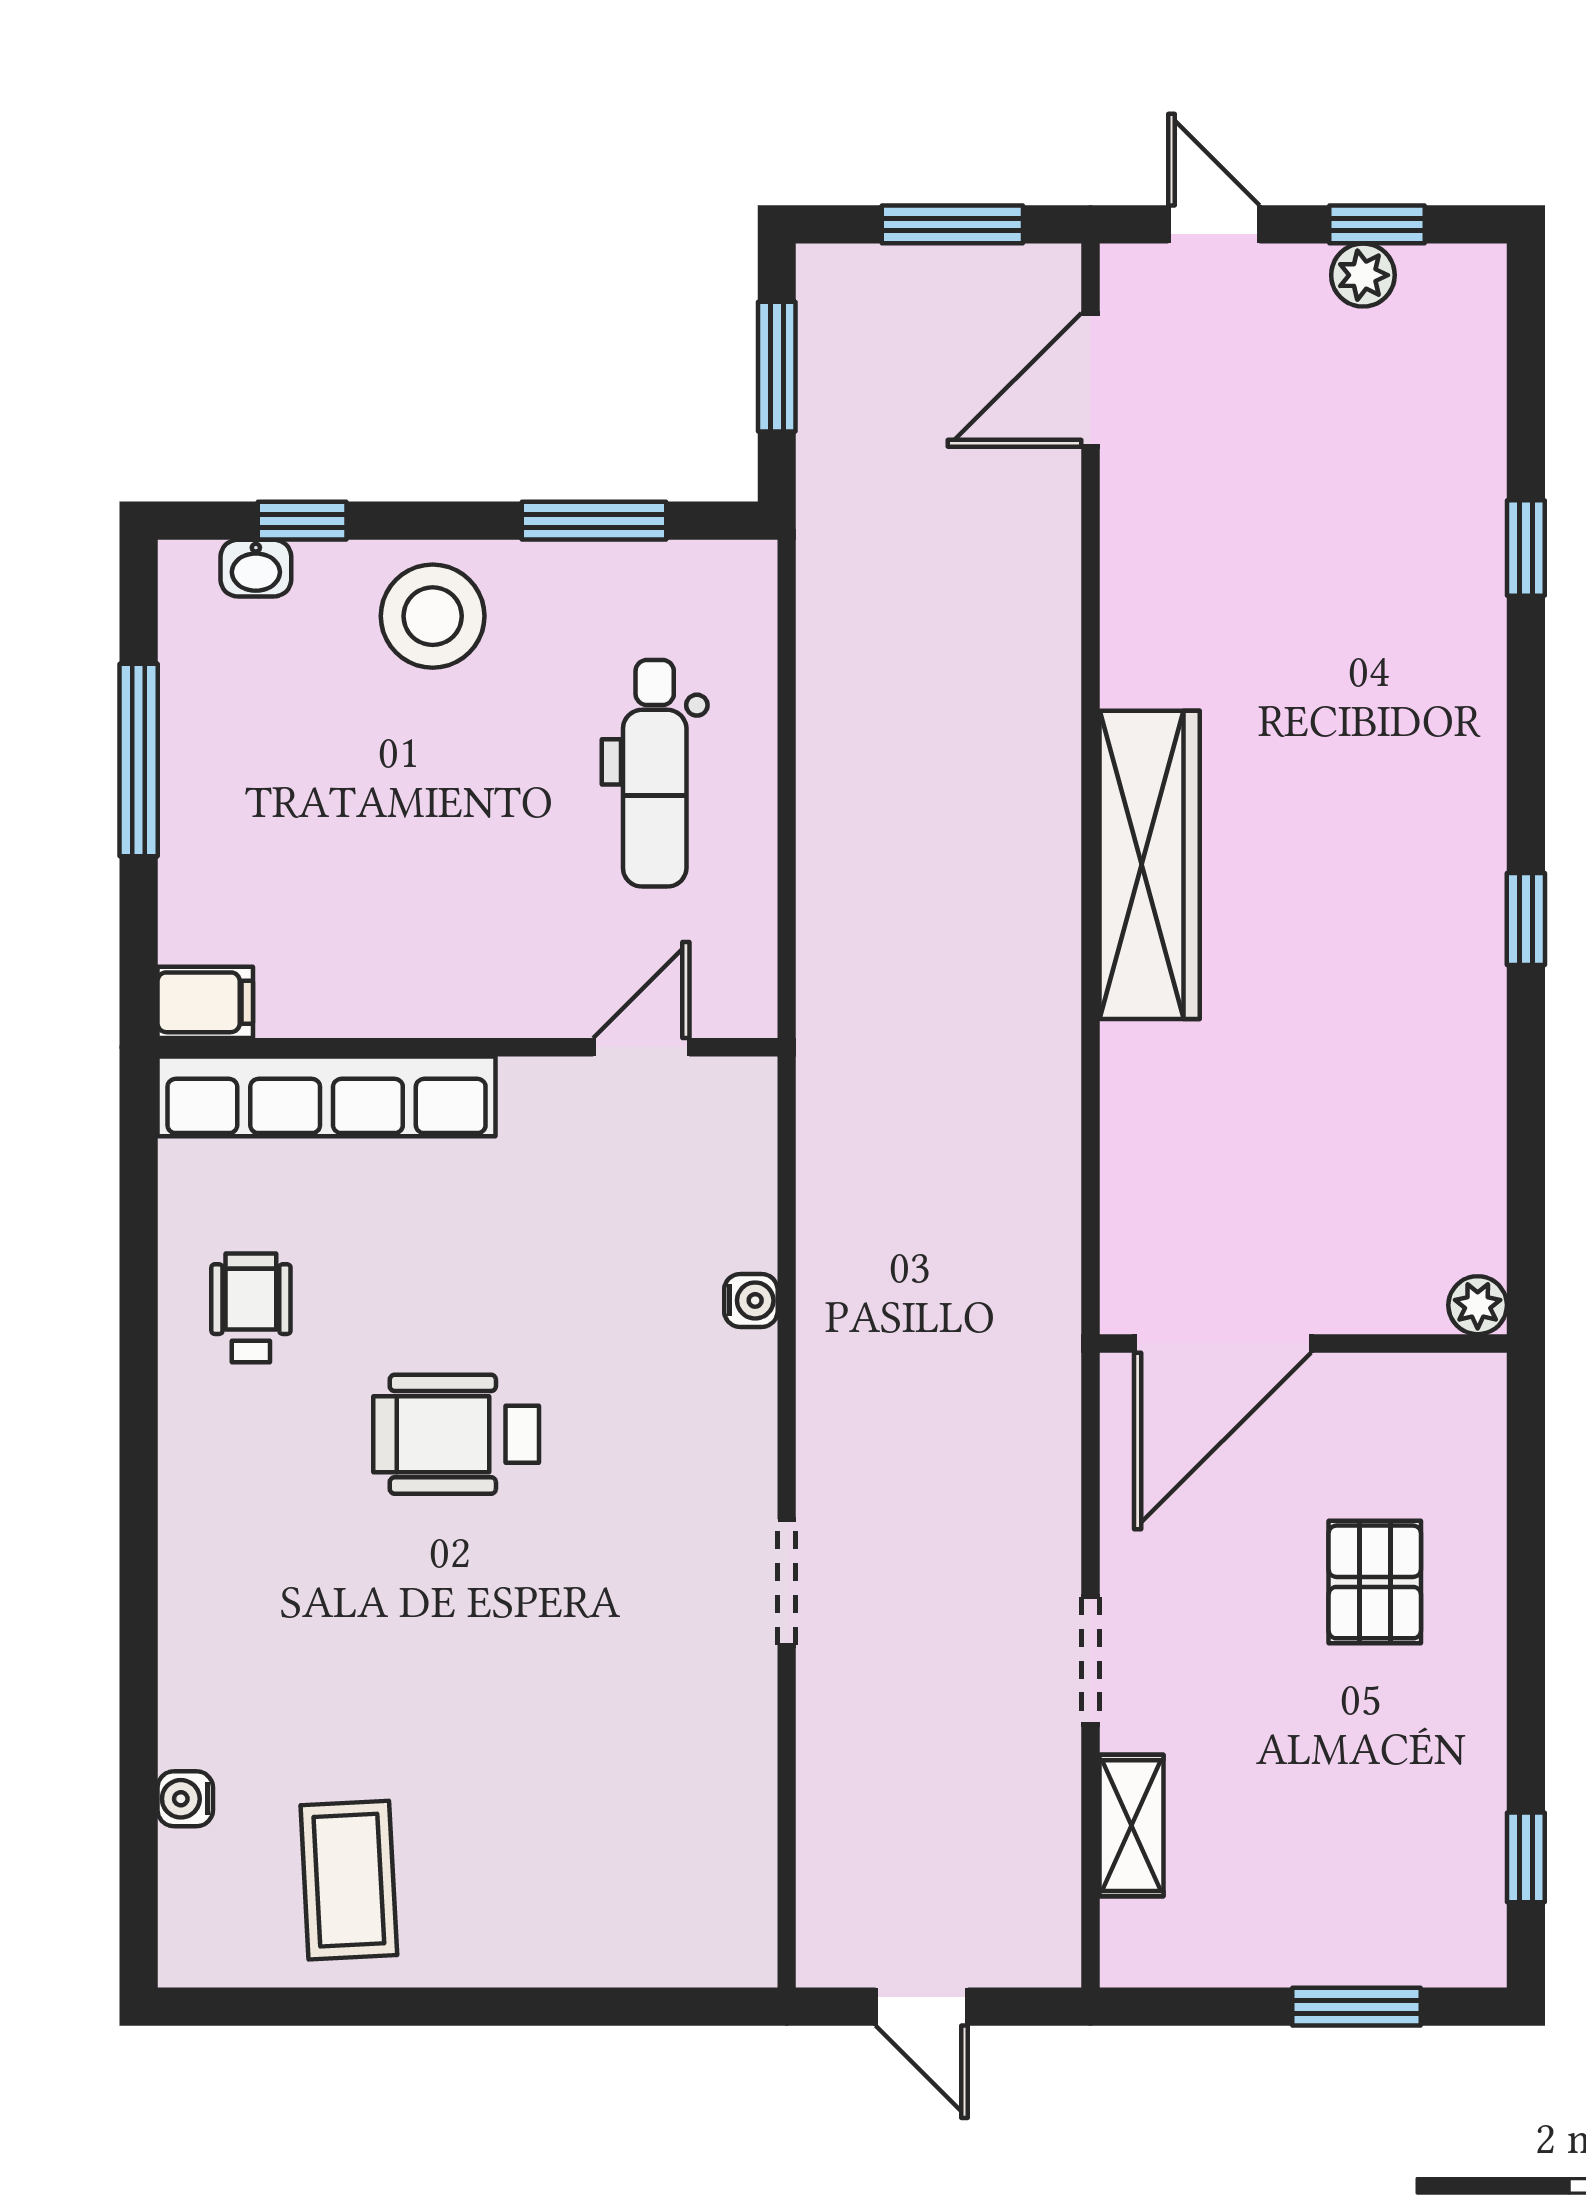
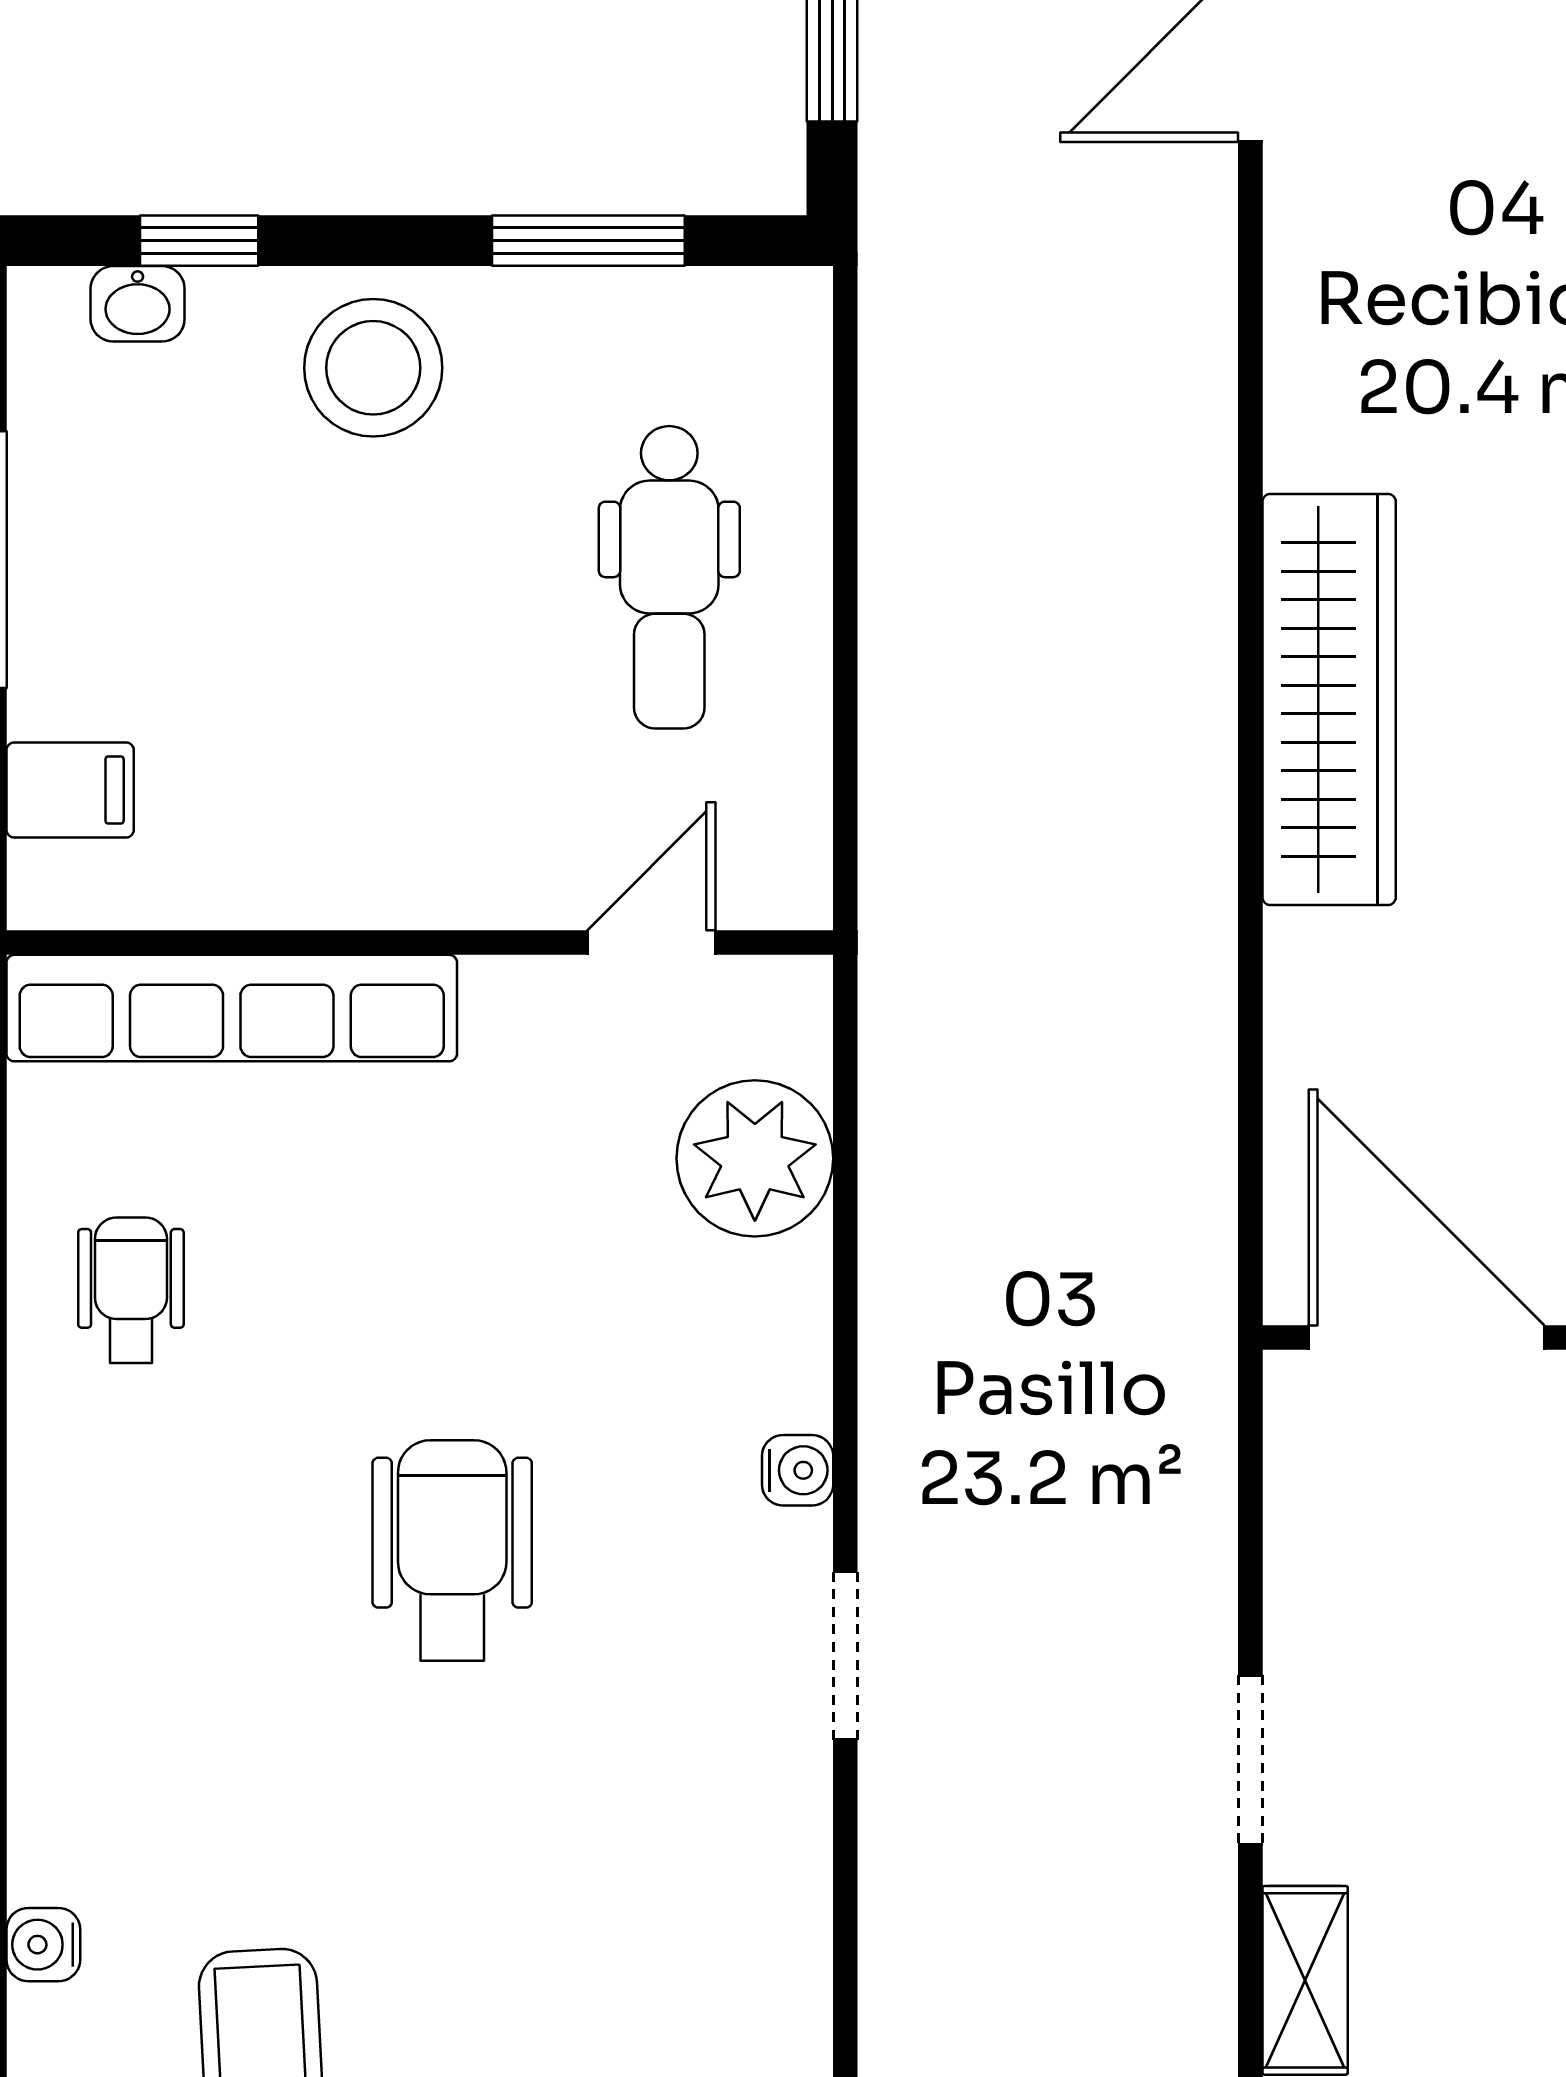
filing cabinet: (205, 1002) -> (70, 790), moved
plant: (719, 1209) -> (755, 1158), added
water cooler: (751, 1300) -> (798, 1470), moved
door: (1223, 1343) -> (1426, 1338), swing flipped
wheelchair: (456, 1434) -> (452, 1550), moved, turned 90

